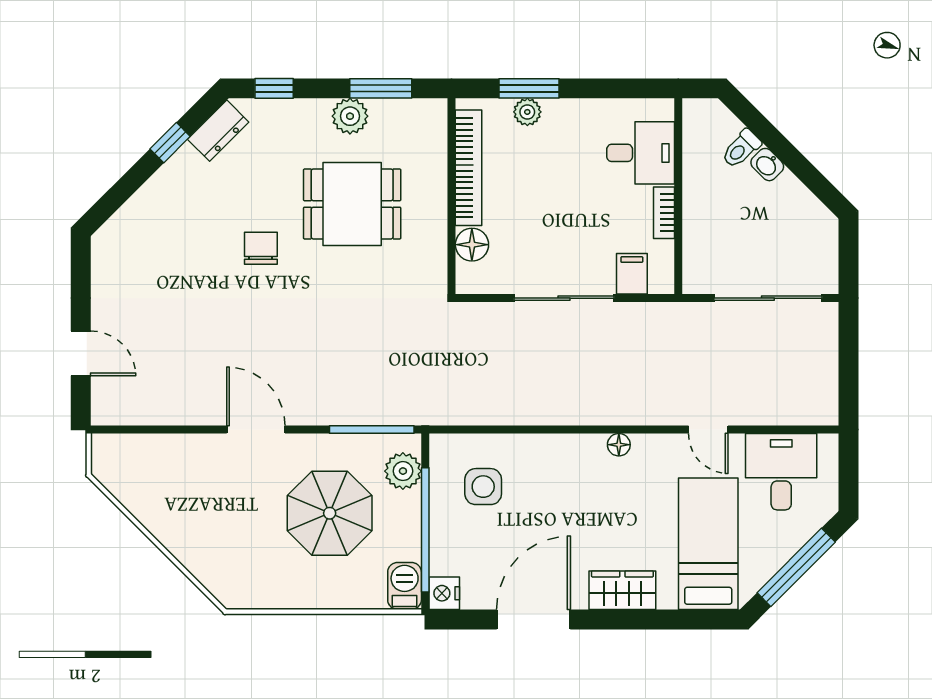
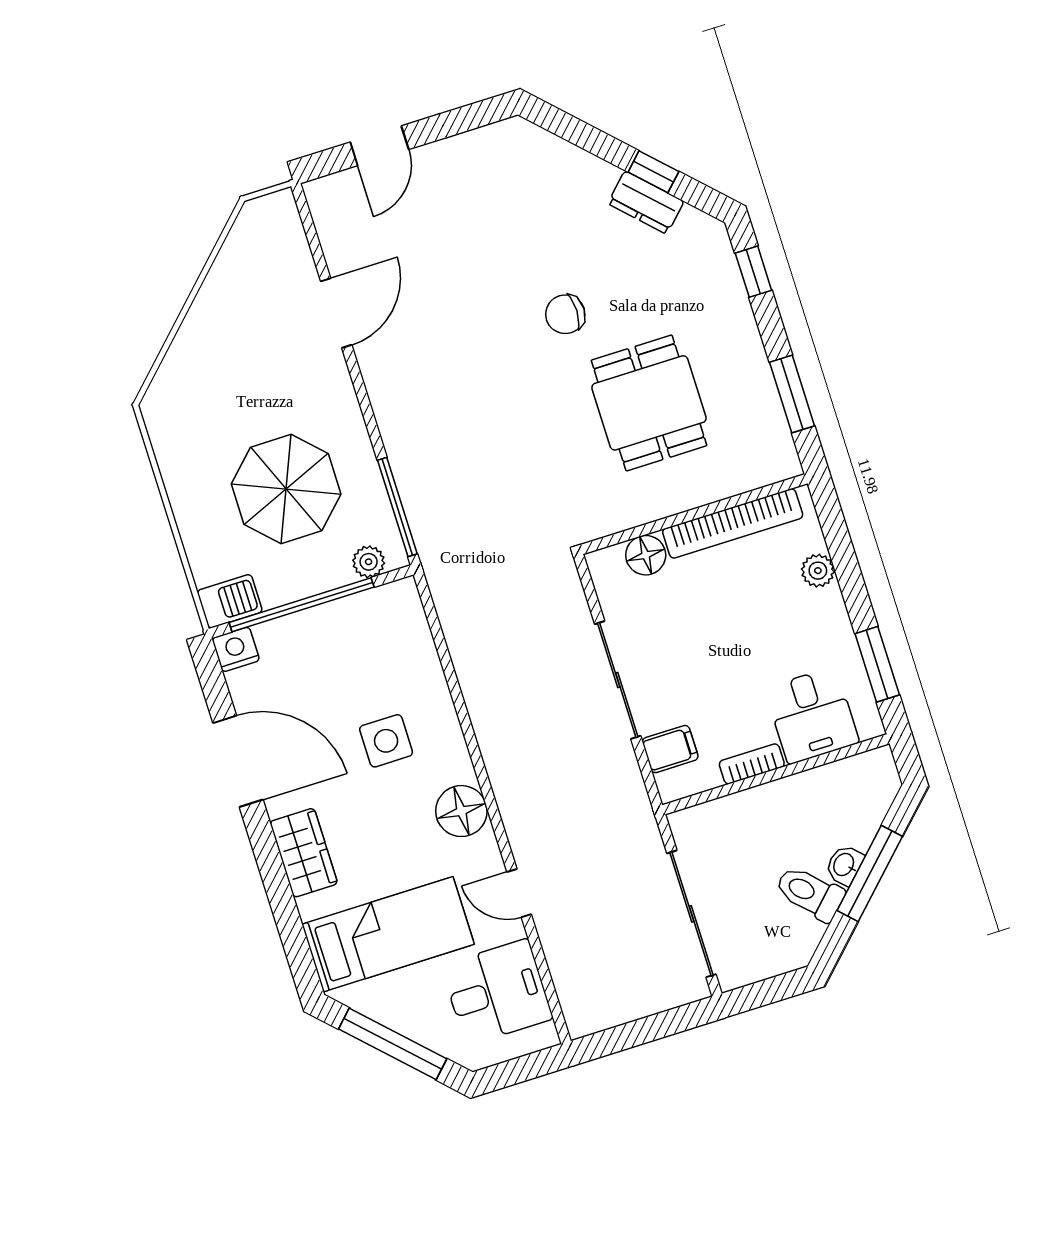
window: (529, 88) -> (877, 664), moved
plant: (350, 116) -> (749, 369), removed
dresser: (218, 131) -> (646, 203), moved
window: (780, 147) -> (870, 874), added
toilet: (741, 149) -> (810, 893), moved, width x1.37, depth x1.39
chair: (261, 248) -> (565, 314), turned 180
door: (256, 429) -> (336, 313), moved
door: (708, 429) -> (519, 893), hinge flipped
floor lamp: (619, 445) -> (461, 811), width x1.89, depth x1.89
plant: (403, 471) -> (369, 562), width x0.73, depth x0.73
side table: (483, 487) -> (386, 741), moved

